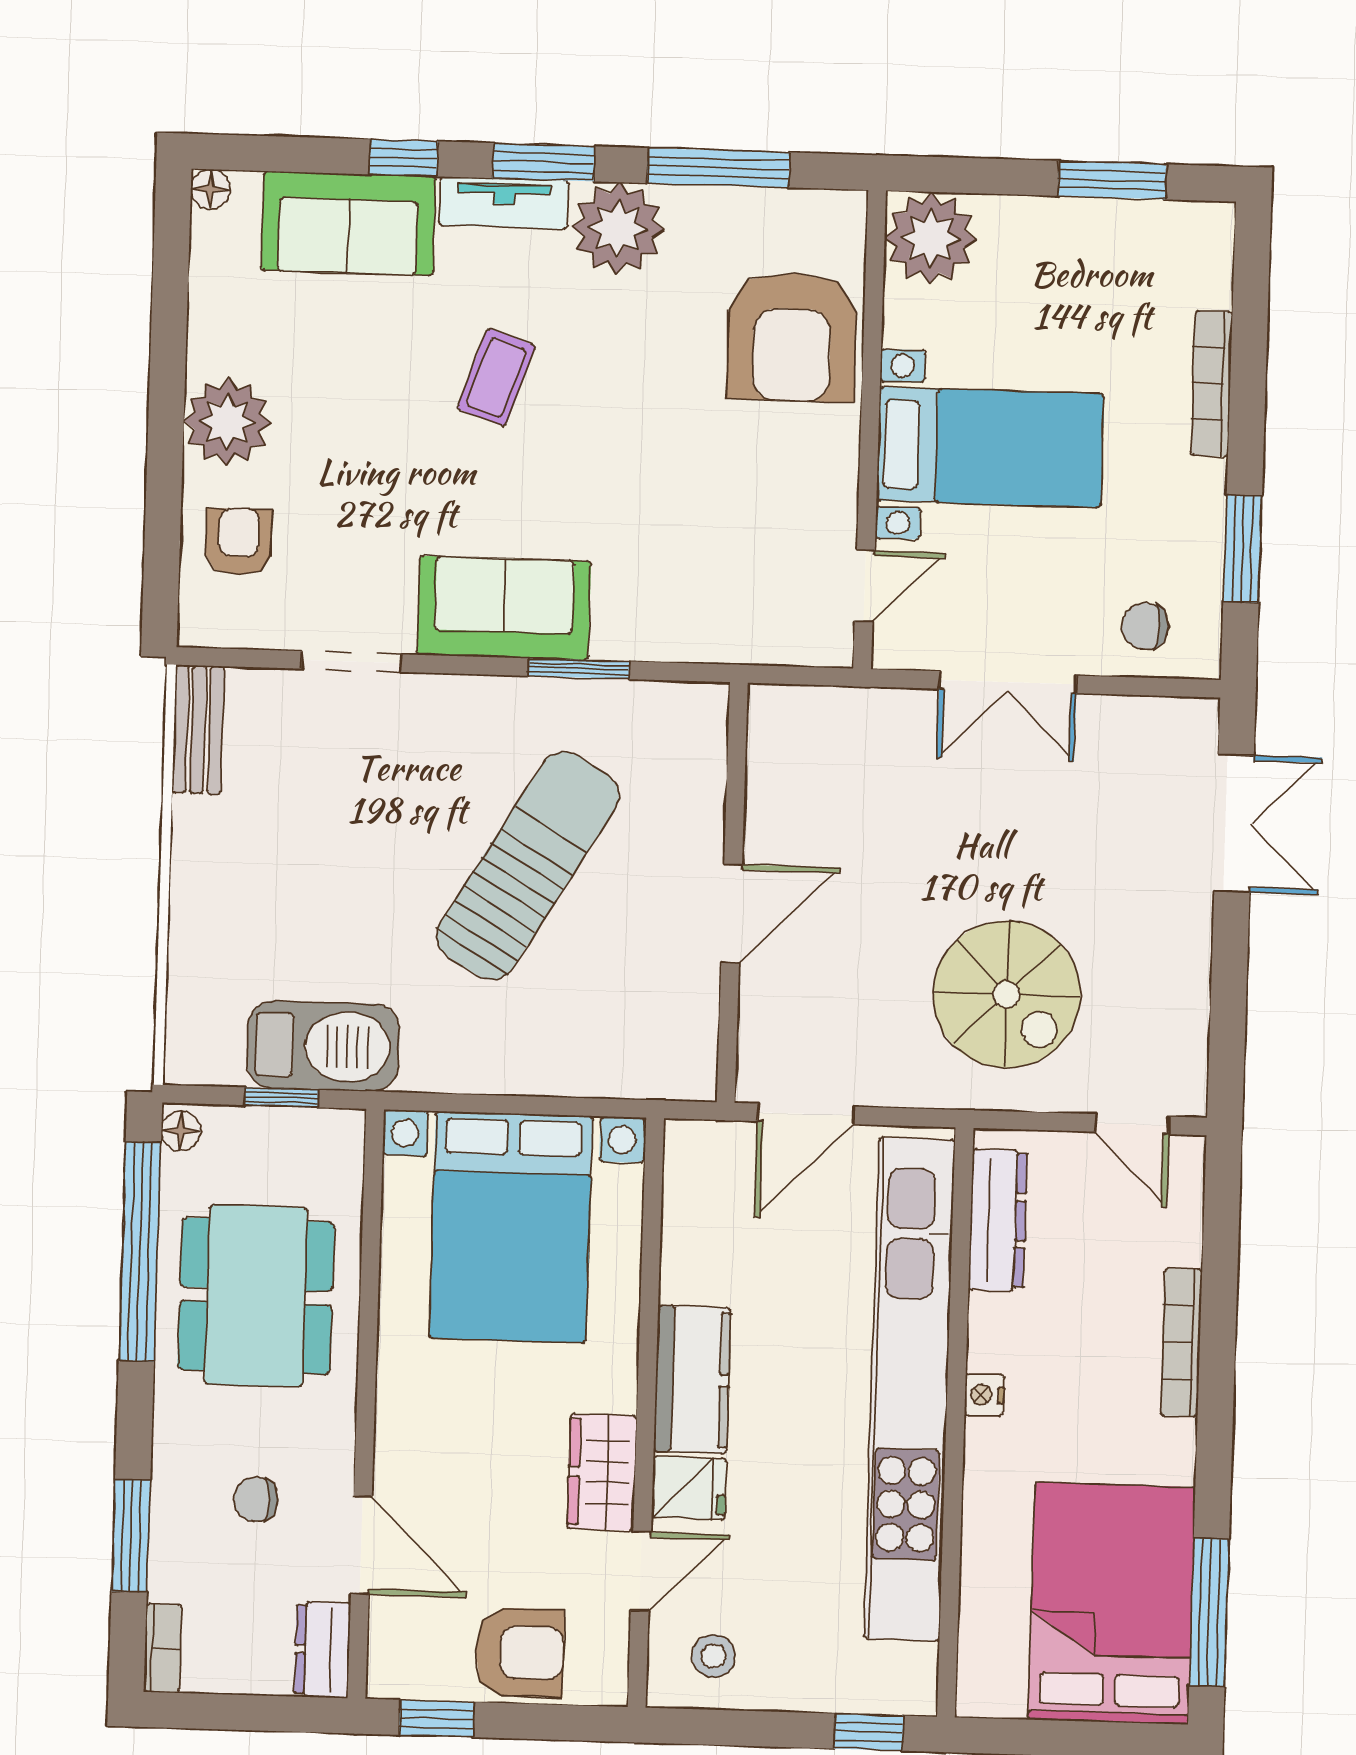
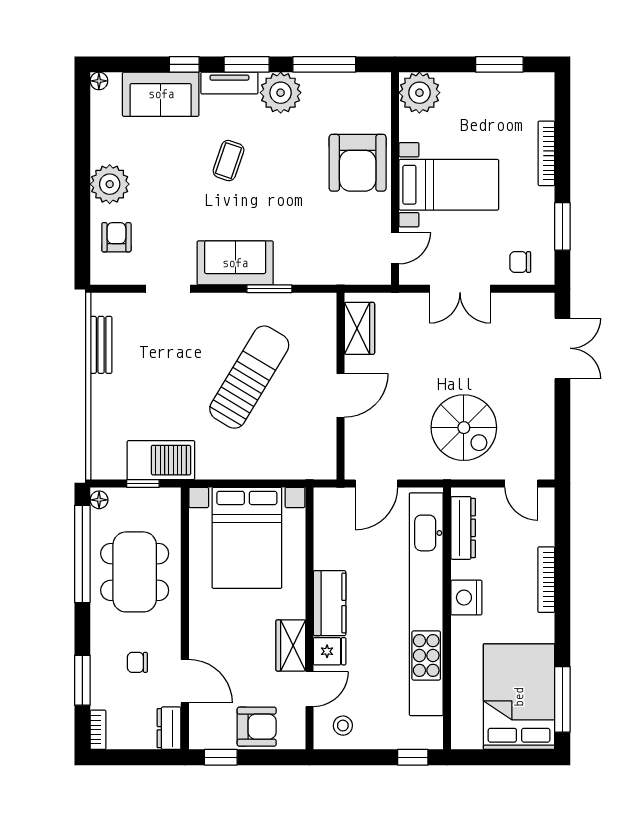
armchair: (792, 337) -> (358, 163), moved
bench: (198, 729) -> (101, 345), moved
wardrobe: (779, 764) -> (359, 328), added
nightstand: (984, 1395) -> (466, 598), width x1.89, depth x1.79

